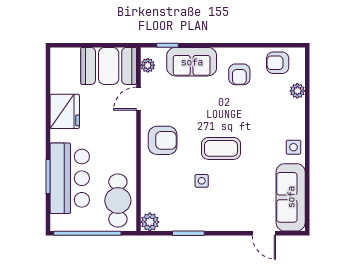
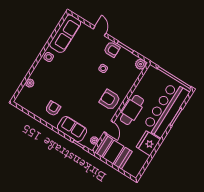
armchair: (278, 63) -> (112, 49), moved
door: (138, 99) -> (109, 127), hinge flipped
coffee table: (221, 148) -> (84, 78), removed
bar counter: (70, 178) -> (166, 110), width x1.36
cafe table: (118, 200) -> (132, 110), moved
door: (264, 233) -> (100, 31), moved

